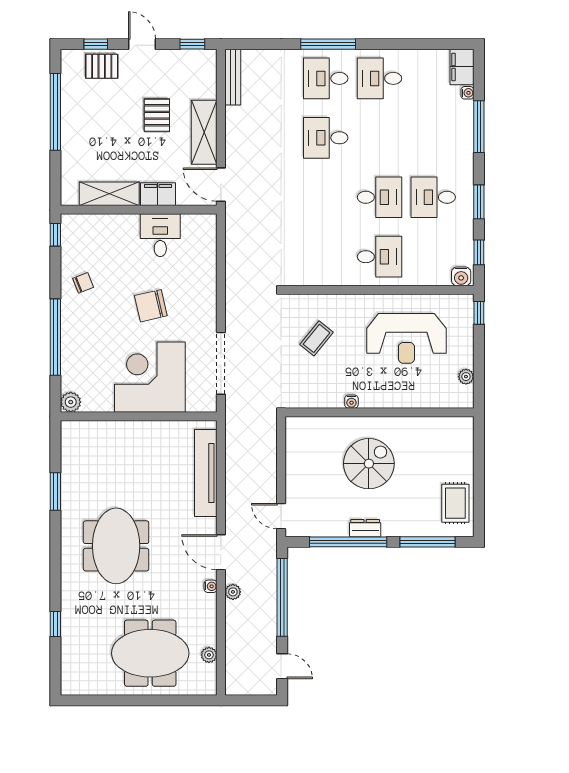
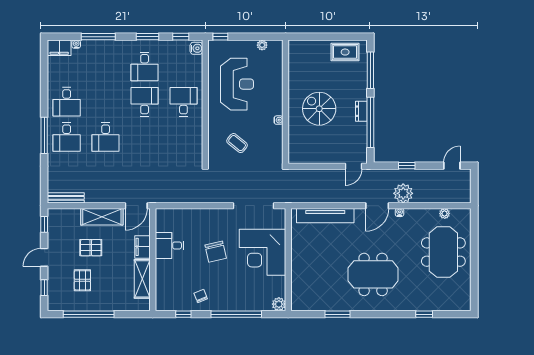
pallet: (102, 66) -> (82, 280), moved
window: (55, 235) -> (183, 314), moved
plant: (233, 592) -> (403, 193), width x1.87, depth x1.87
window: (282, 597) -> (407, 166), width x0.32

